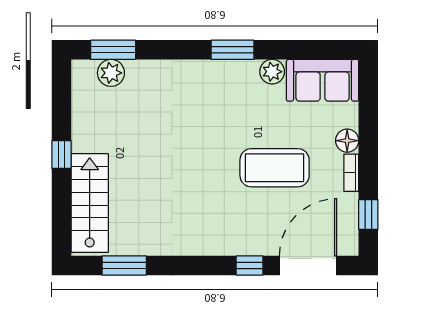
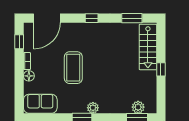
plant: (272, 72) -> (93, 108), moved
coffee table: (275, 168) -> (73, 68), moved, turned 90
window: (250, 266) -> (92, 18), moved

